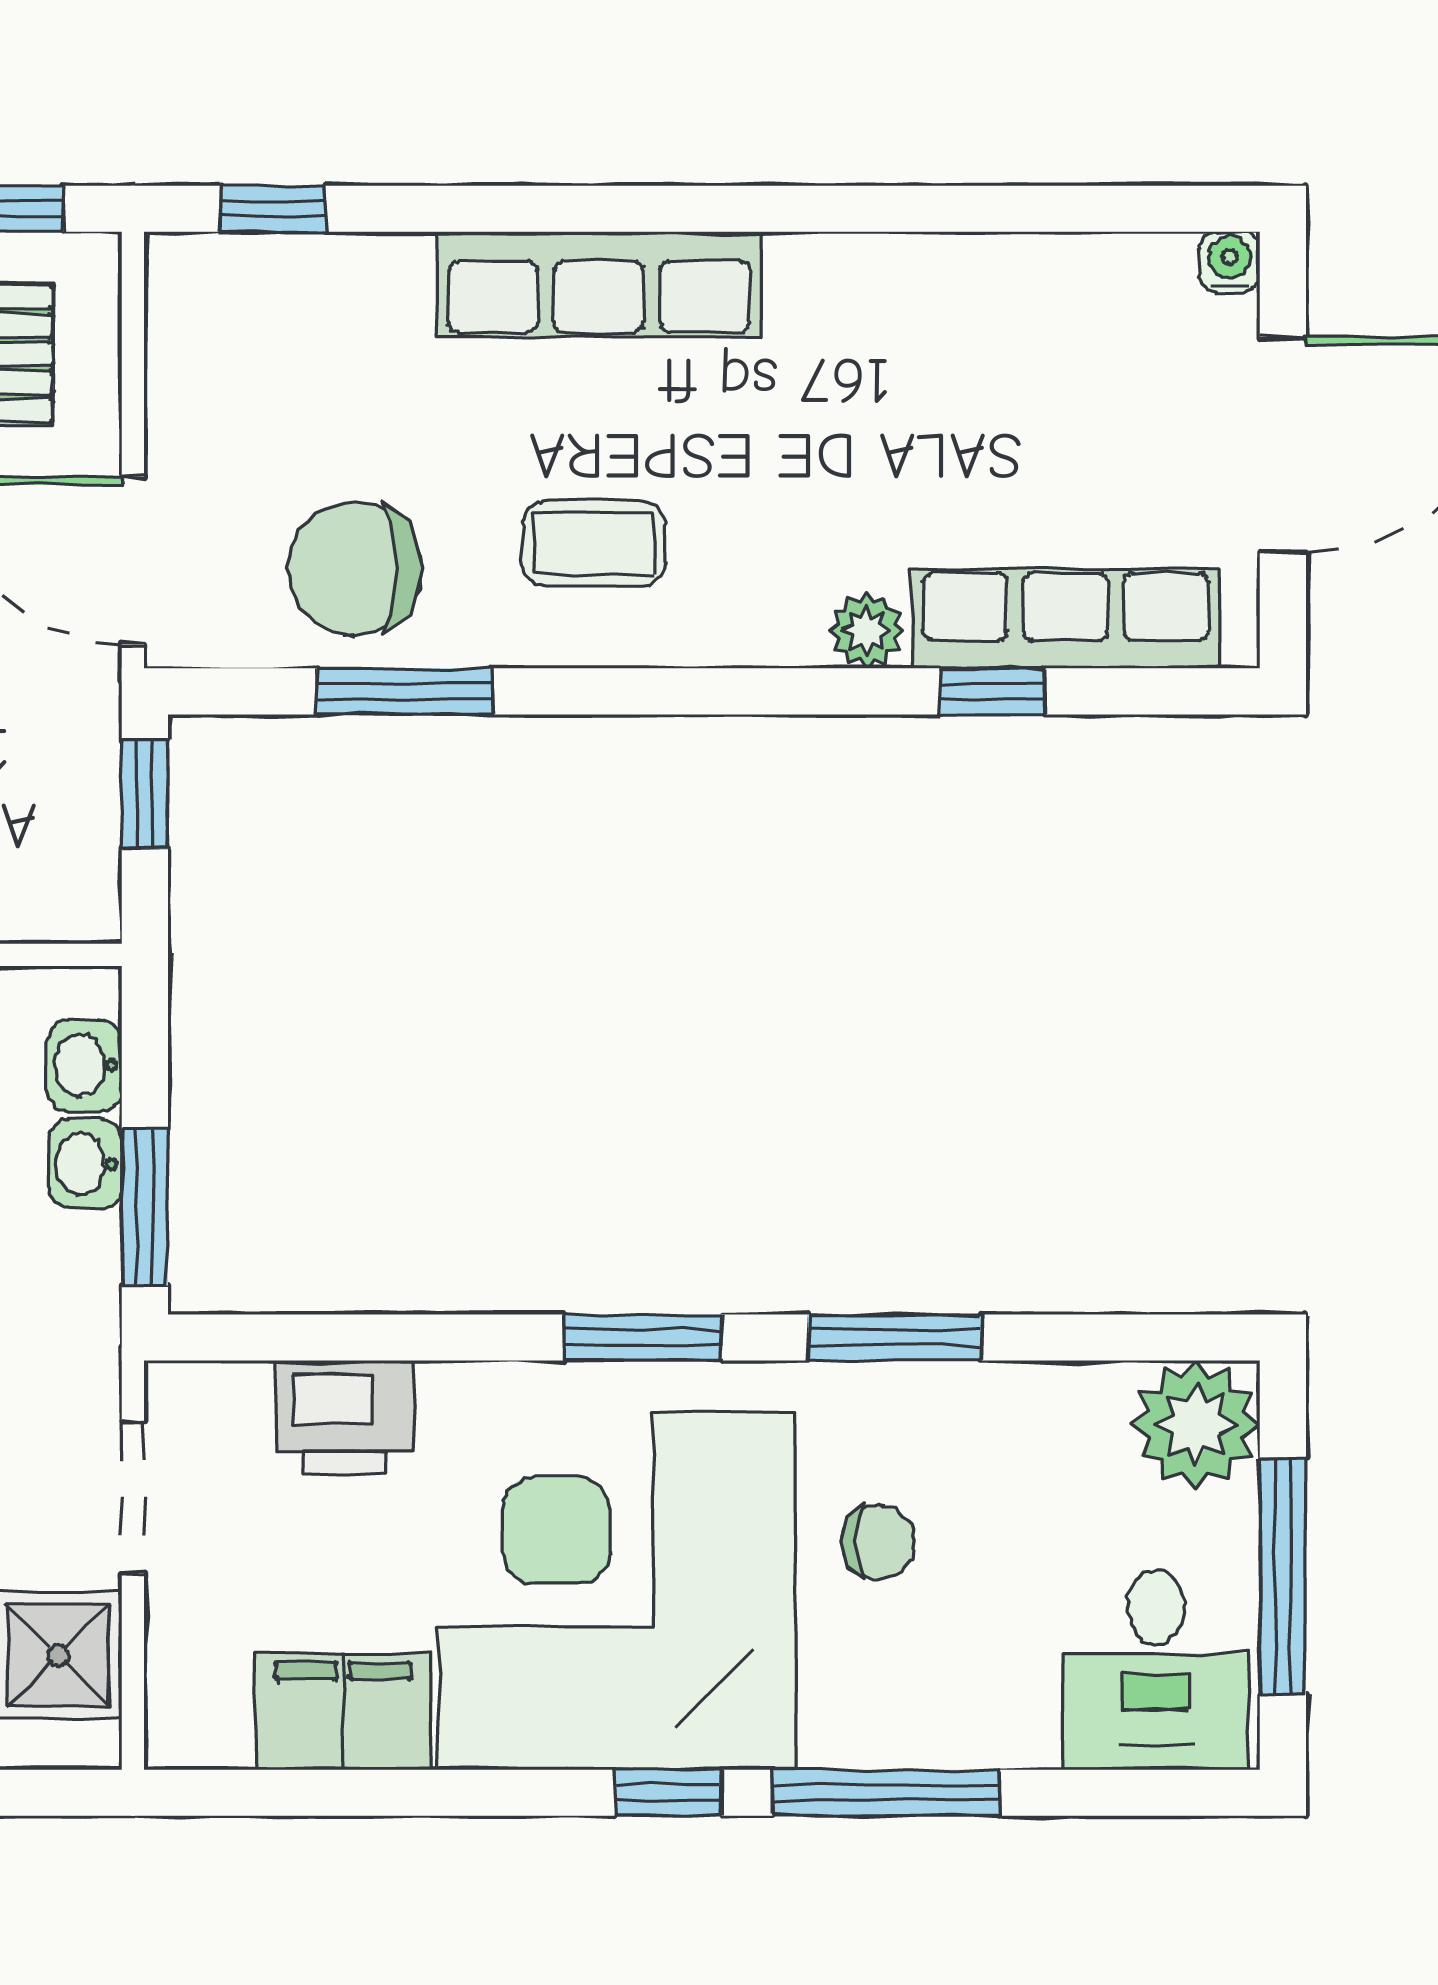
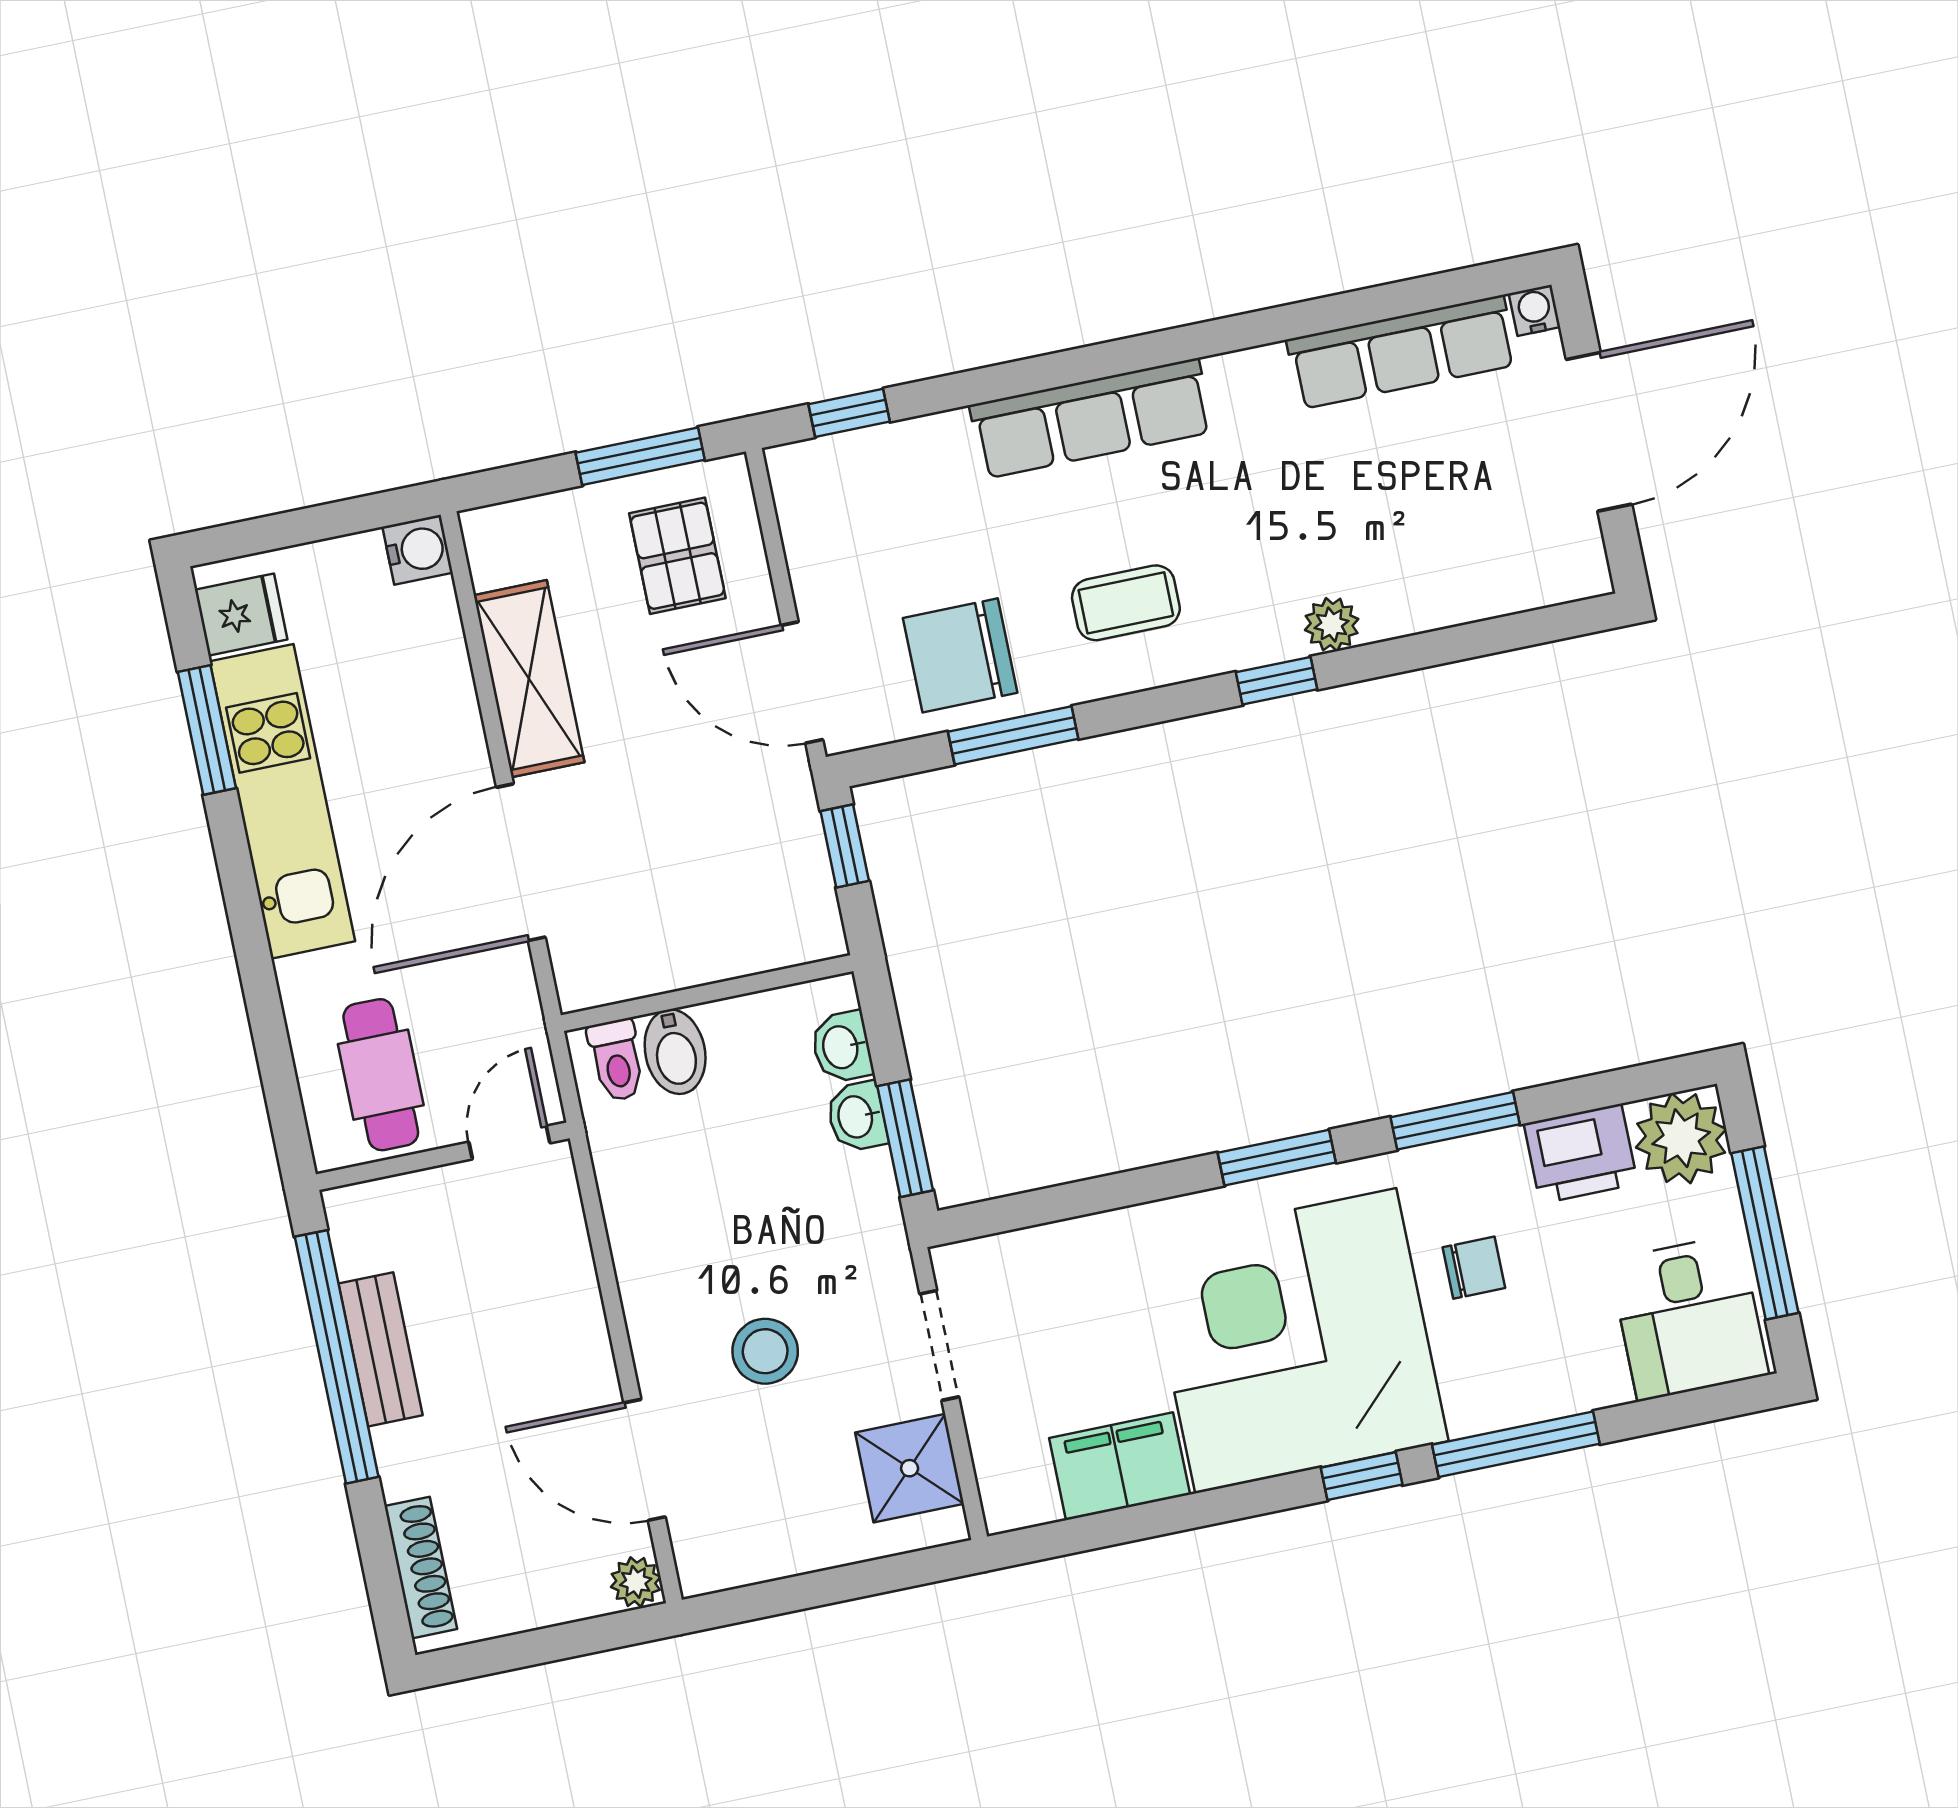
row of seats: (1065, 619) -> (1402, 352), moved, turned 180
window: (992, 691) -> (1277, 681), moved
printer: (345, 1417) -> (1581, 1154), moved

